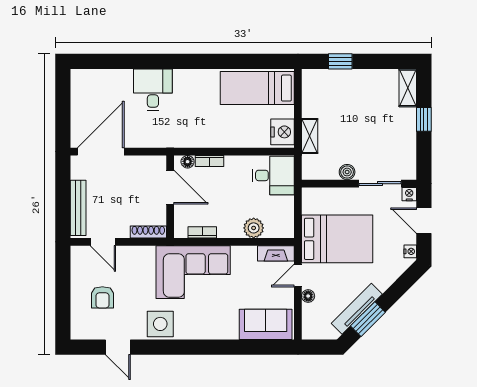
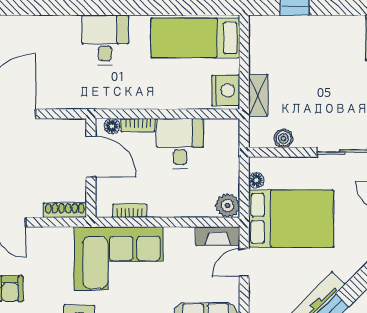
desk: (153, 90) -> (105, 40), moved
boiler: (347, 172) -> (283, 138), moved
desk: (273, 175) -> (180, 143), moved, turned -90
plant: (254, 228) -> (227, 205), moved
floor lamp: (308, 296) -> (256, 180), moved

